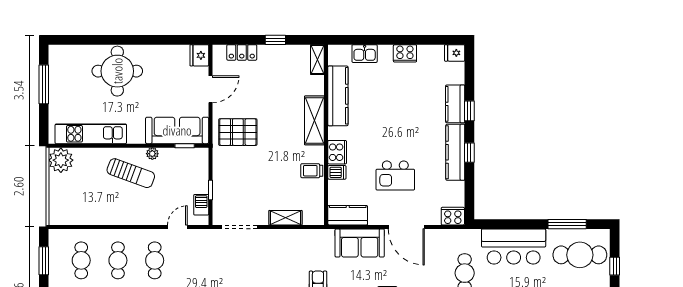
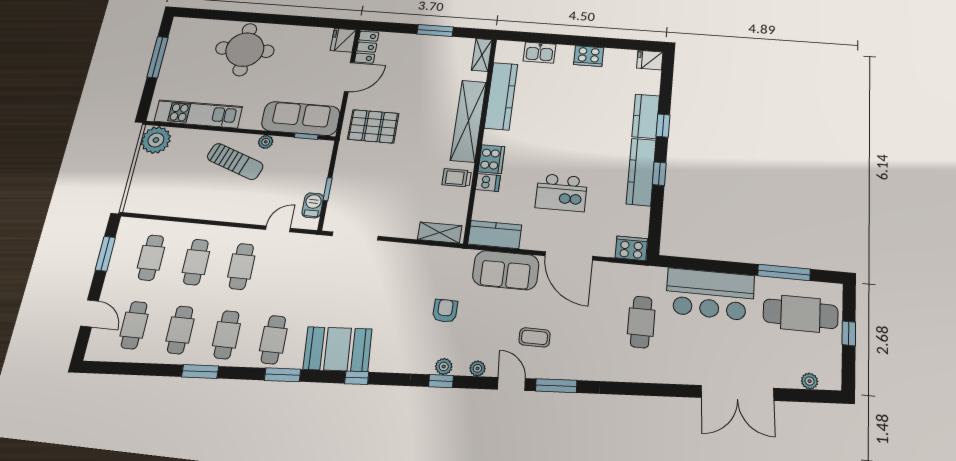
window: (275, 40) -> (435, 31), width x1.50
locker: (242, 52) -> (367, 47), moved, turned -90
shelving: (314, 120) -> (468, 121), width x1.47
shelving: (285, 218) -> (440, 233), moved

